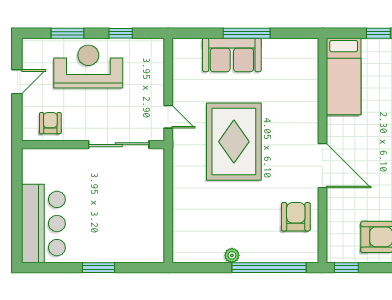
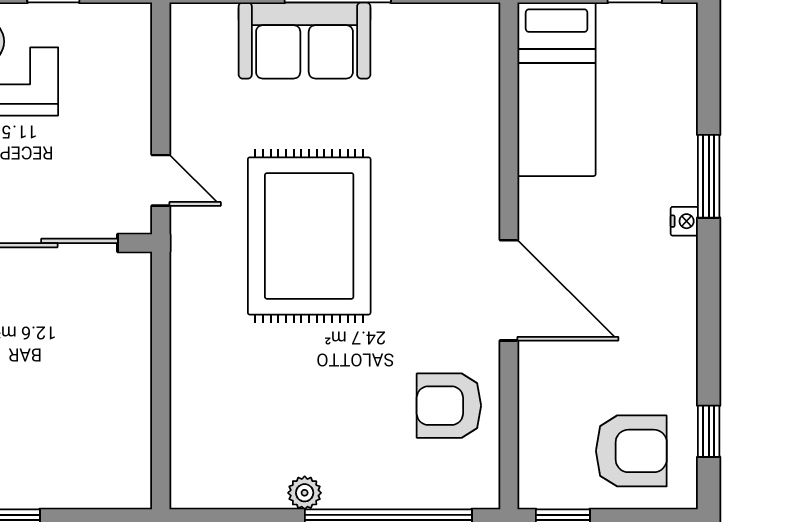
armchair: (296, 217) -> (449, 406), turned -90

